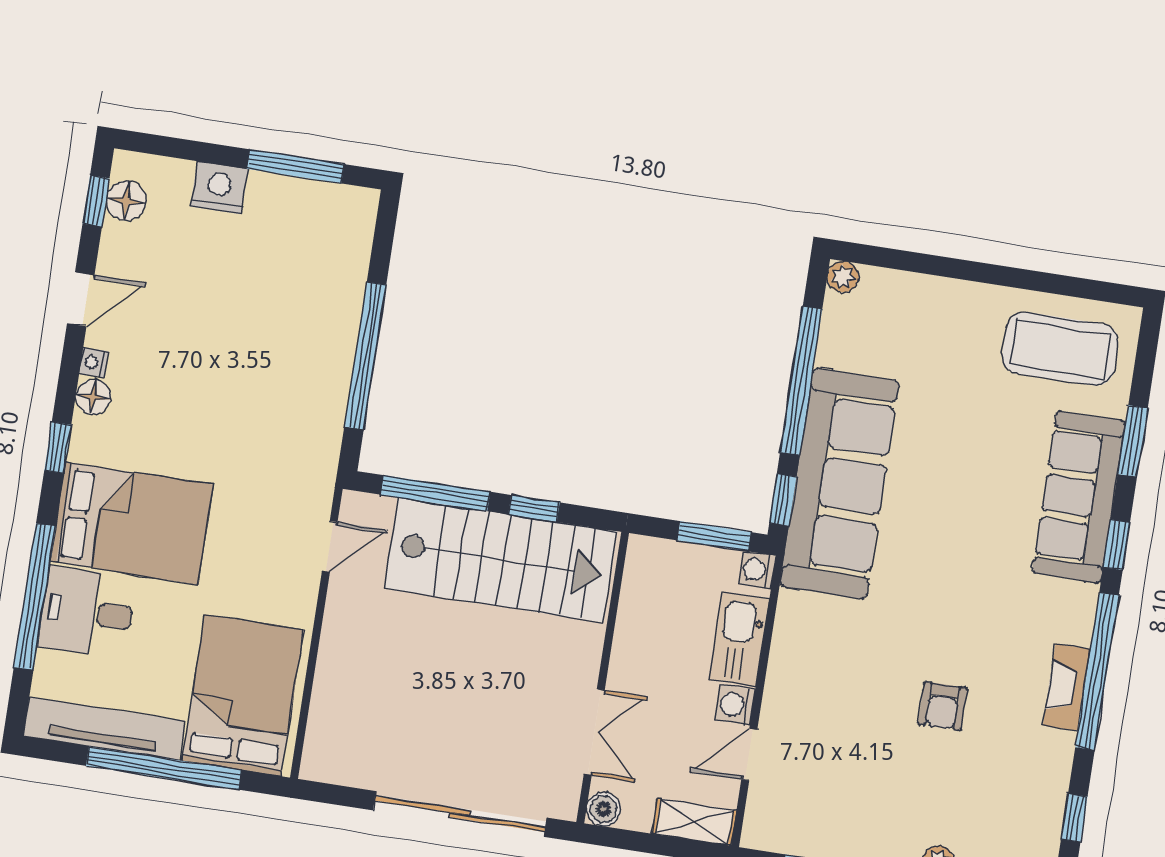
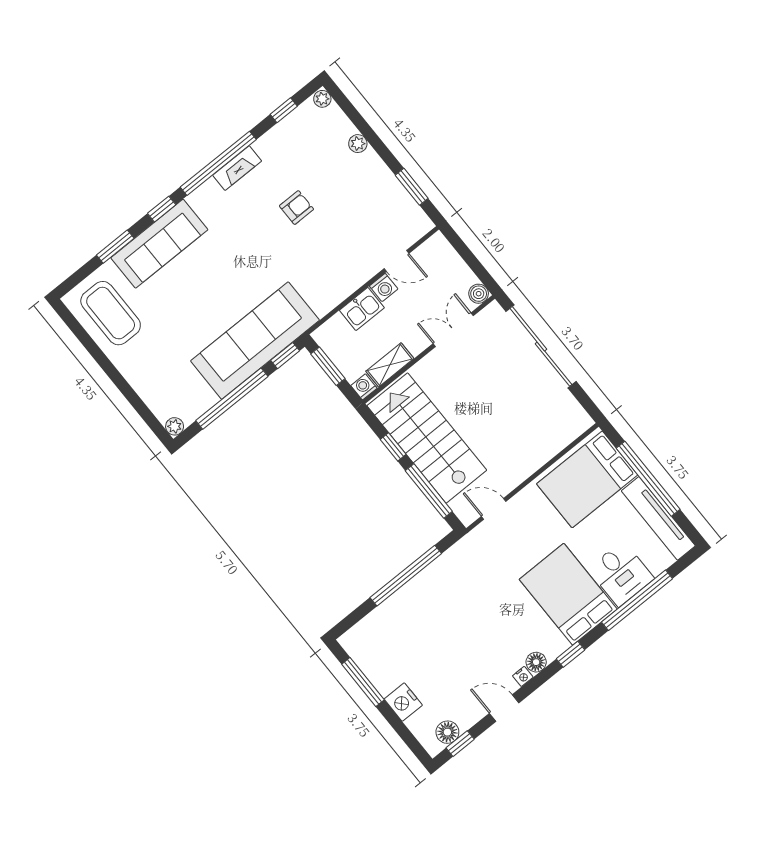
washing machine: (757, 570) -> (364, 387), moved, turned 180
kitchen sink: (739, 639) -> (362, 309), width x0.73
shelving: (694, 822) -> (390, 365), moved, turned 90

